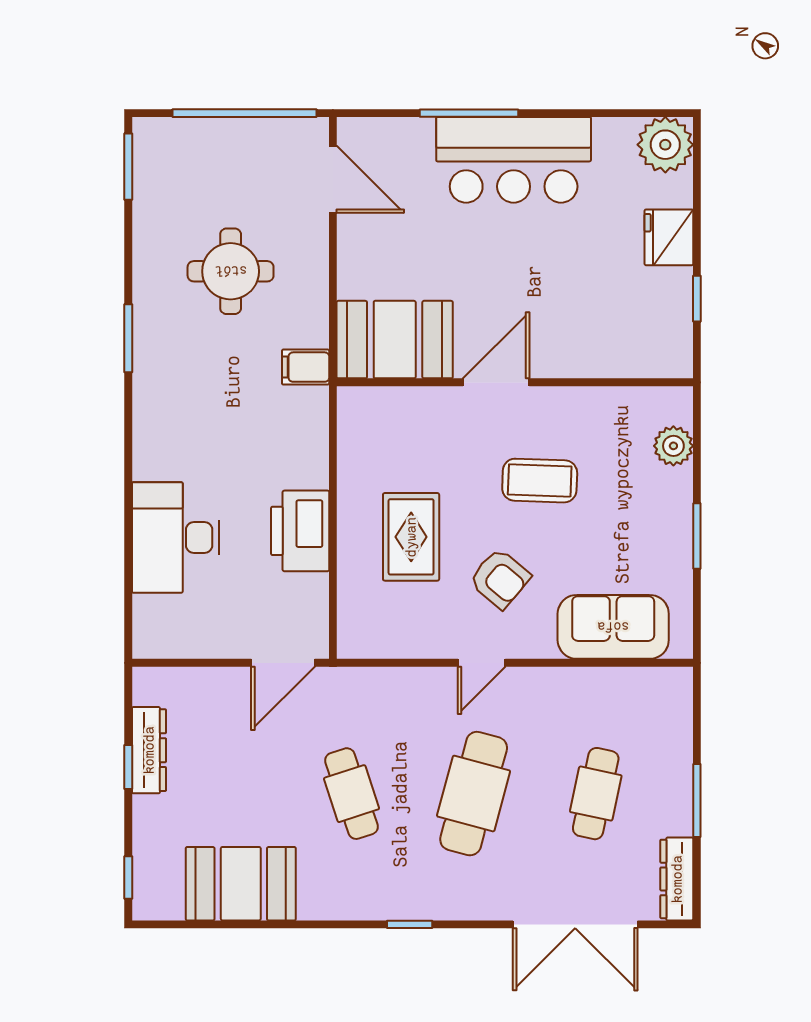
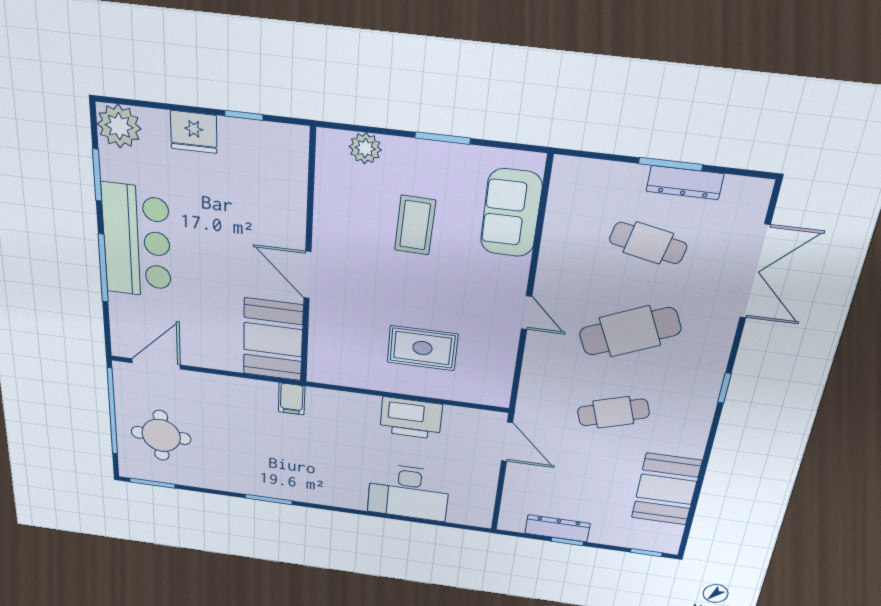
window: (598, 113) -> (97, 175), added
round table: (231, 271) -> (161, 435), moved
coffee table: (540, 481) -> (415, 225), moved
armchair: (500, 579) -> (461, 292), removed
cafe table: (474, 794) -> (630, 331), turned -39
dresser: (677, 879) -> (685, 183), moved

